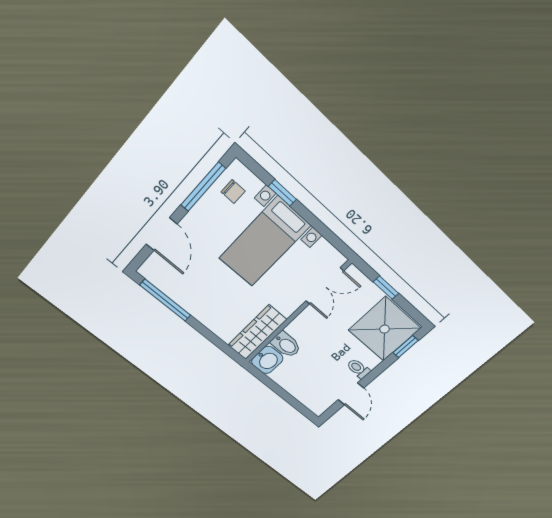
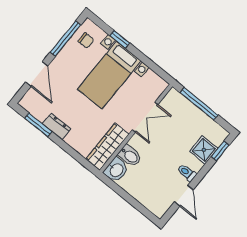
double door: (325, 286) -> (145, 117), moved
window: (386, 288) -> (199, 104), width x2.17
window: (165, 300) -> (38, 125), width x0.69
dresser: (190, 303) -> (56, 126), added
shower: (384, 329) -> (204, 150), width x0.54, depth x0.54

